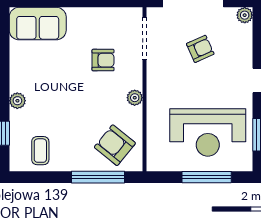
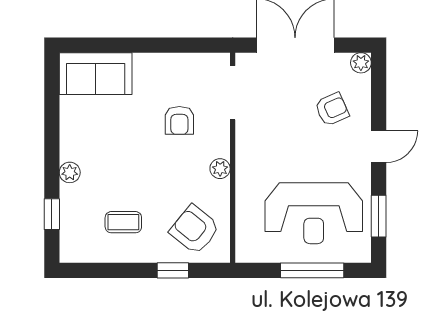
armchair: (200, 49) -> (332, 109), moved
armchair: (103, 60) -> (179, 120), turned 90
coffee table: (40, 151) -> (123, 222), moved, turned 90
window: (98, 177) -> (173, 270), width x0.46

